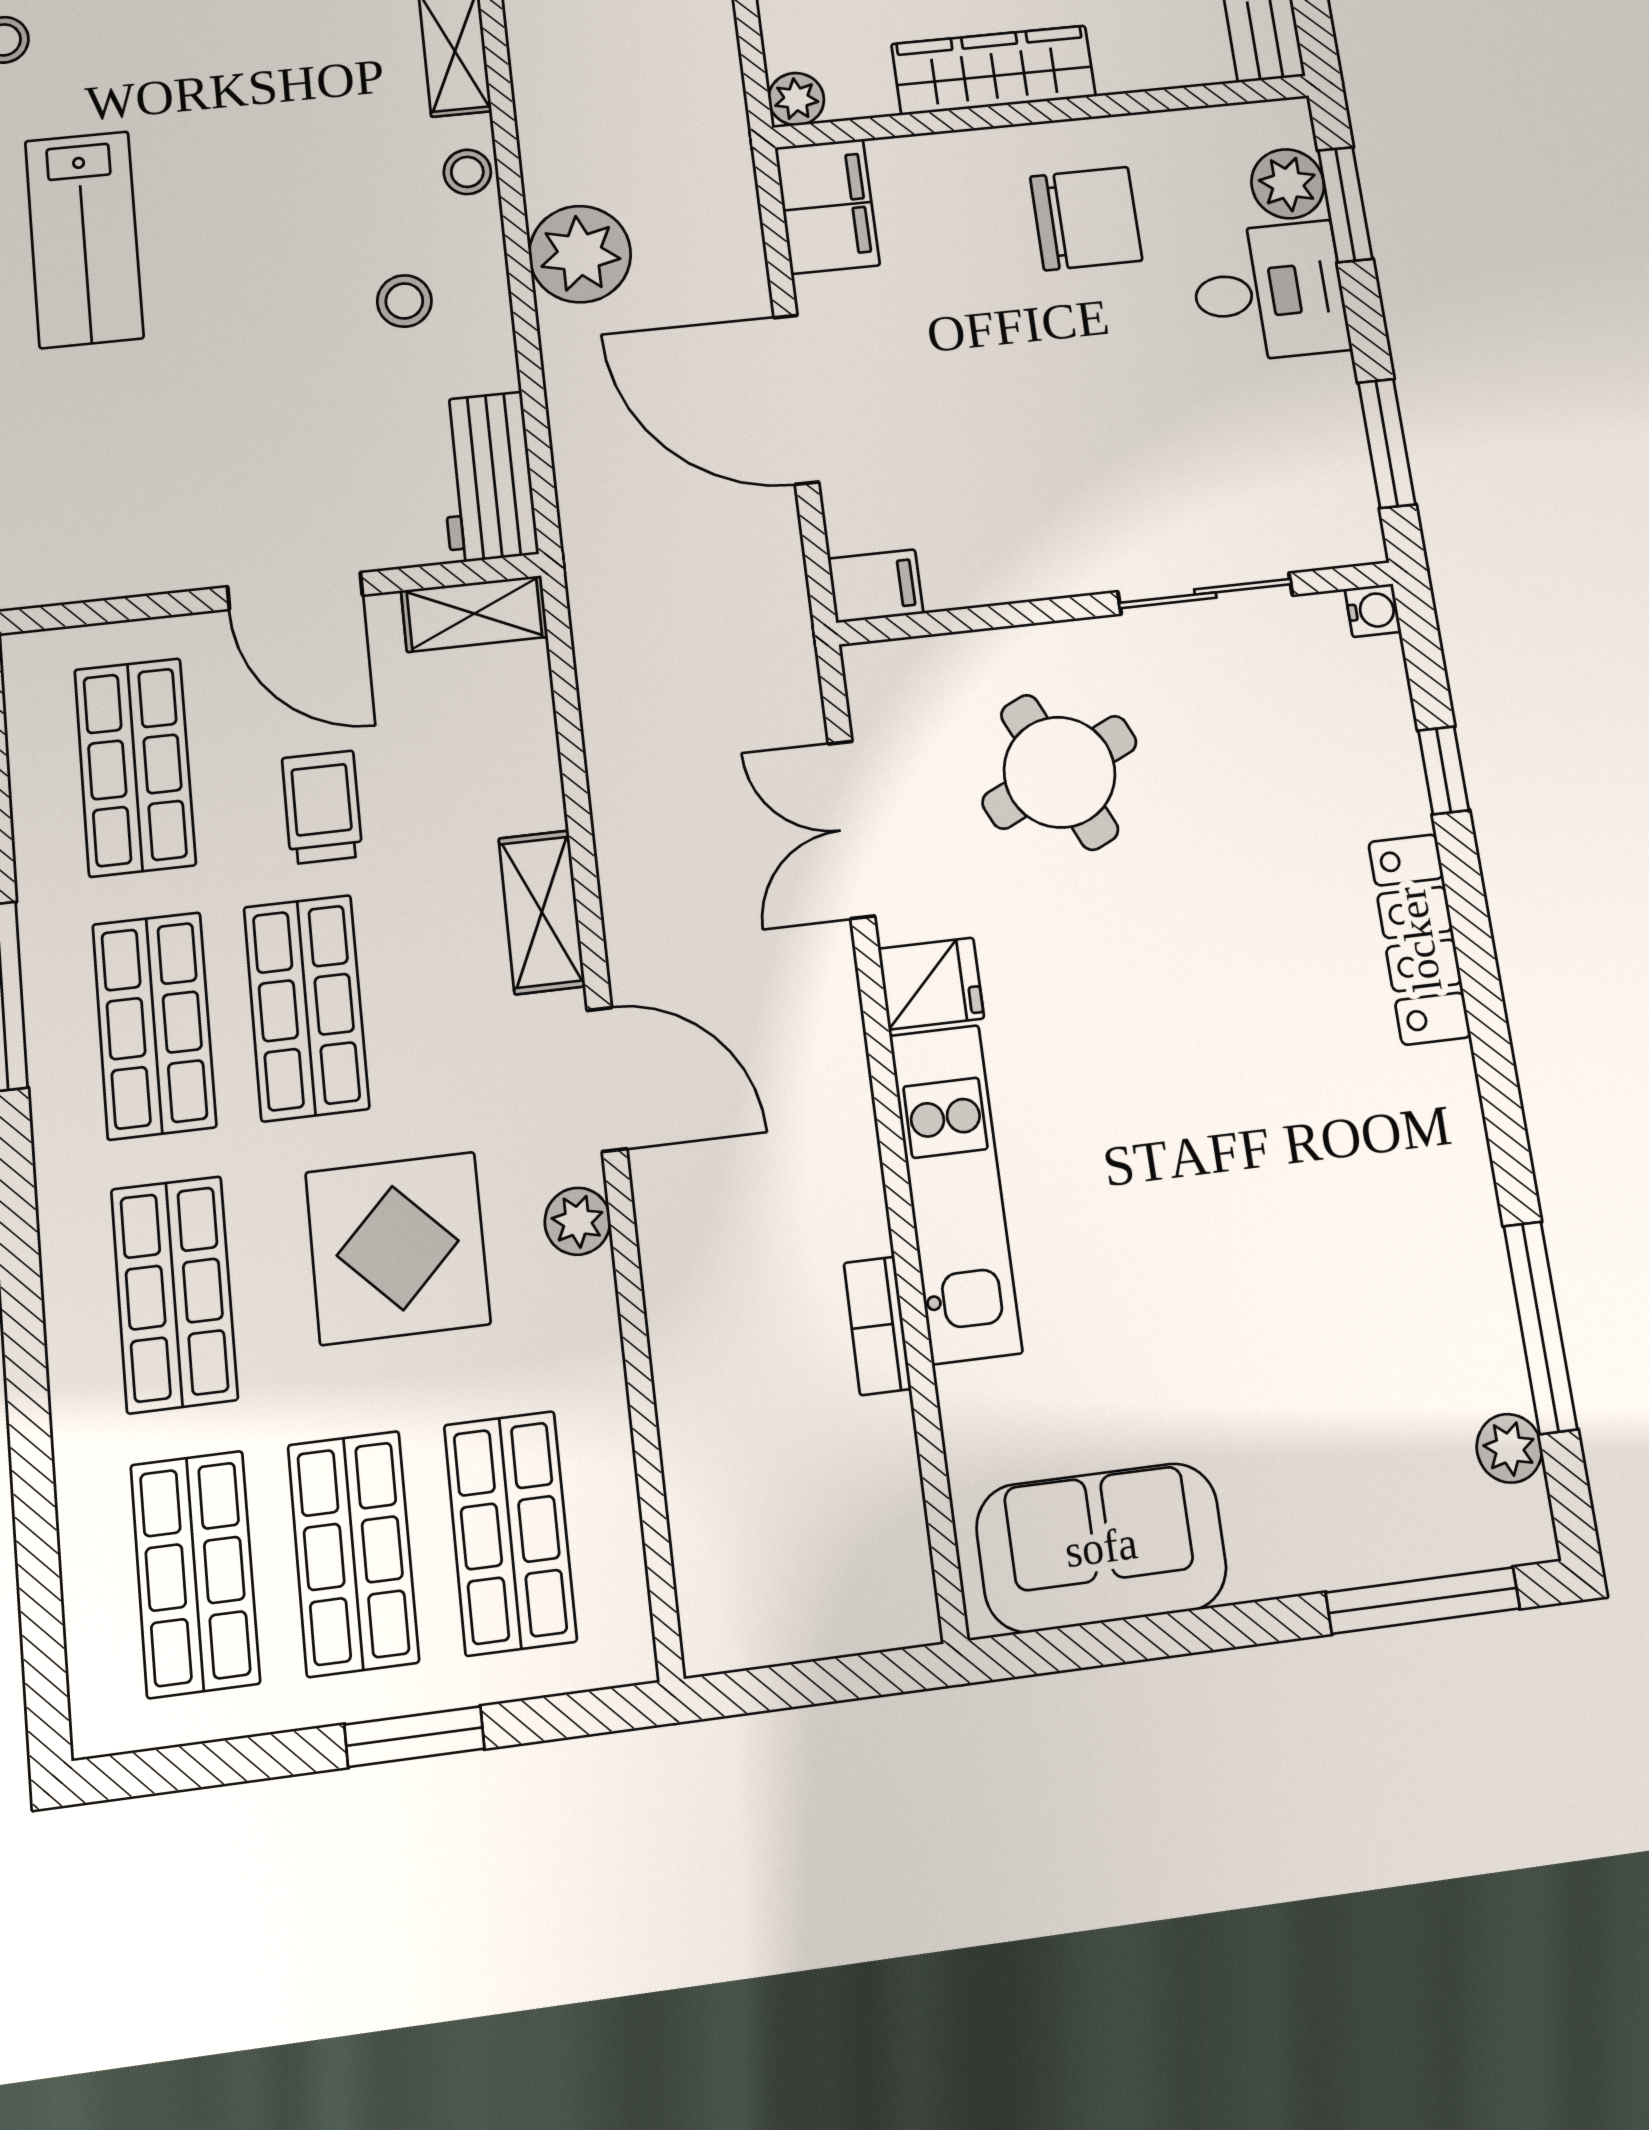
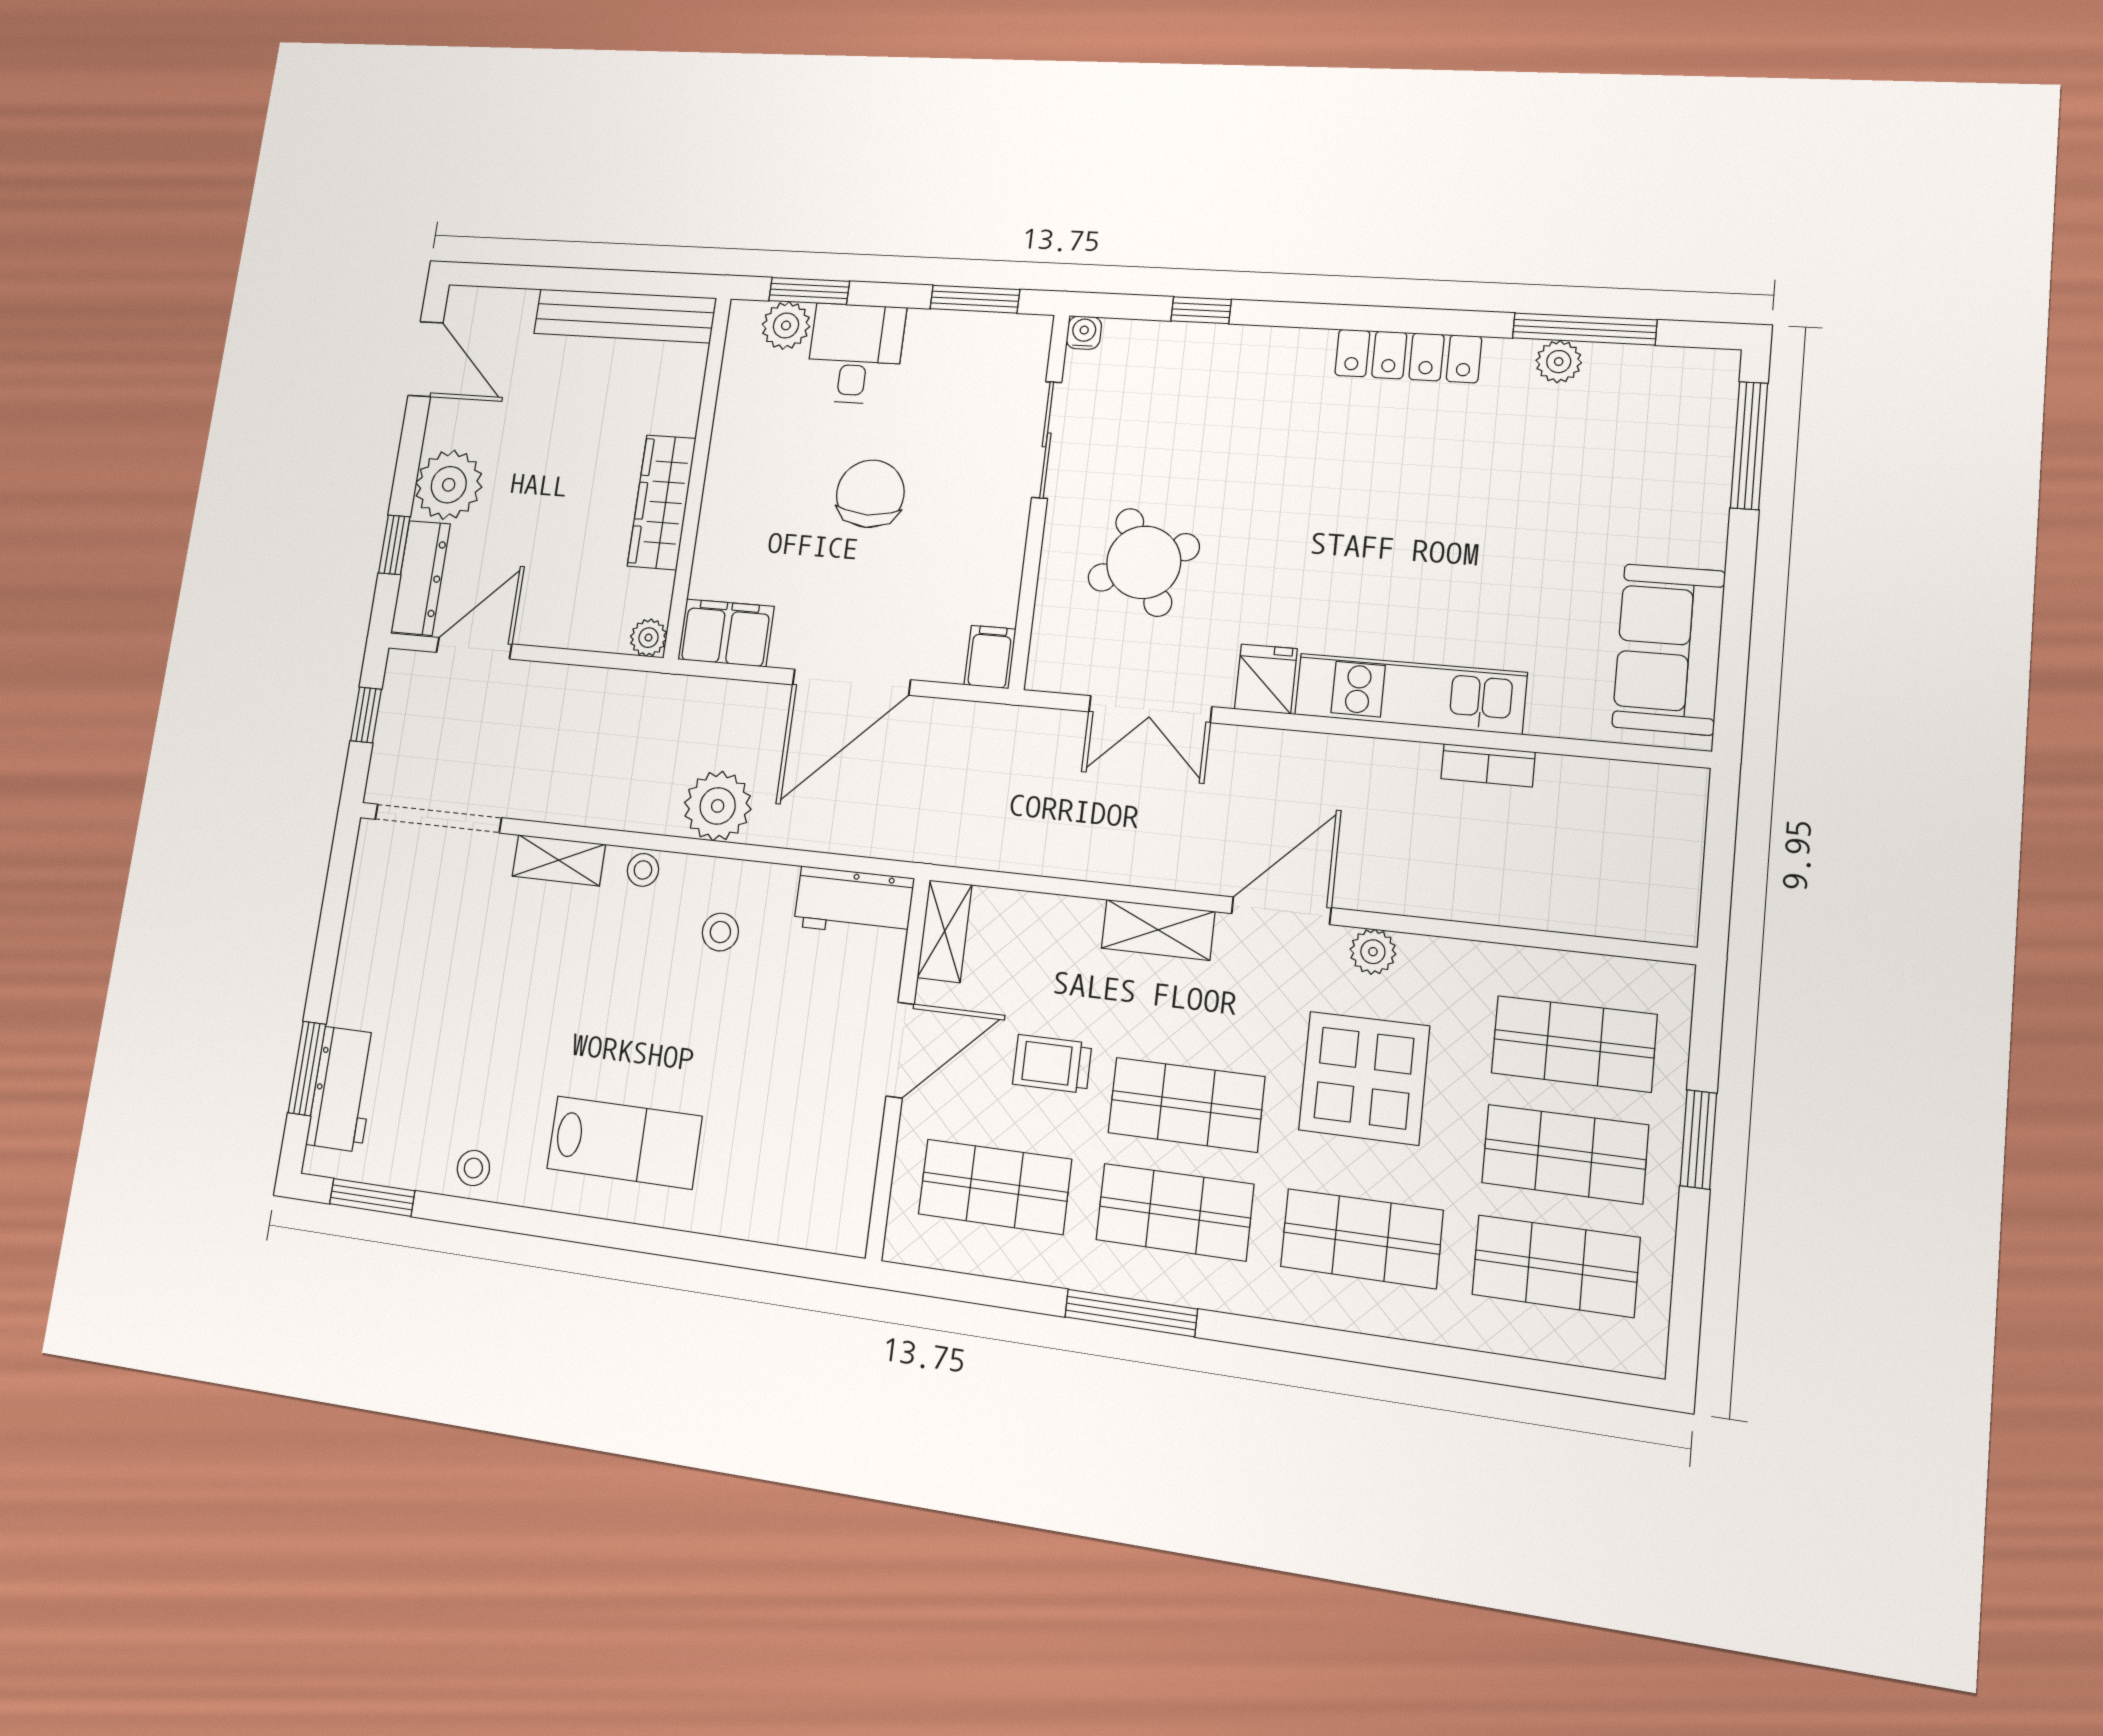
chair: (1086, 219) -> (870, 494), moved
locker: (1419, 939) -> (1408, 356), moved
plant: (1509, 1448) -> (1559, 362), moved

